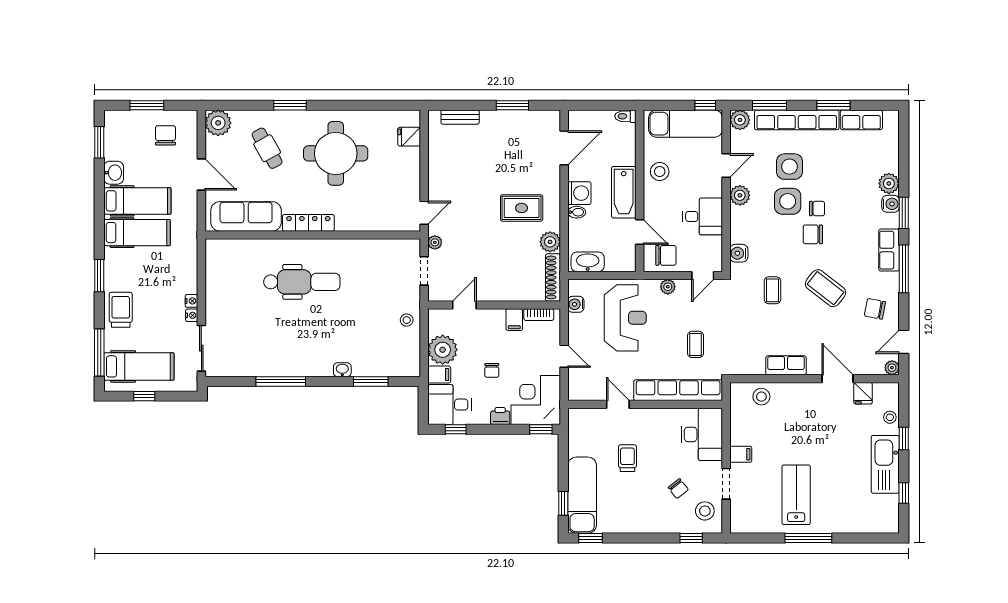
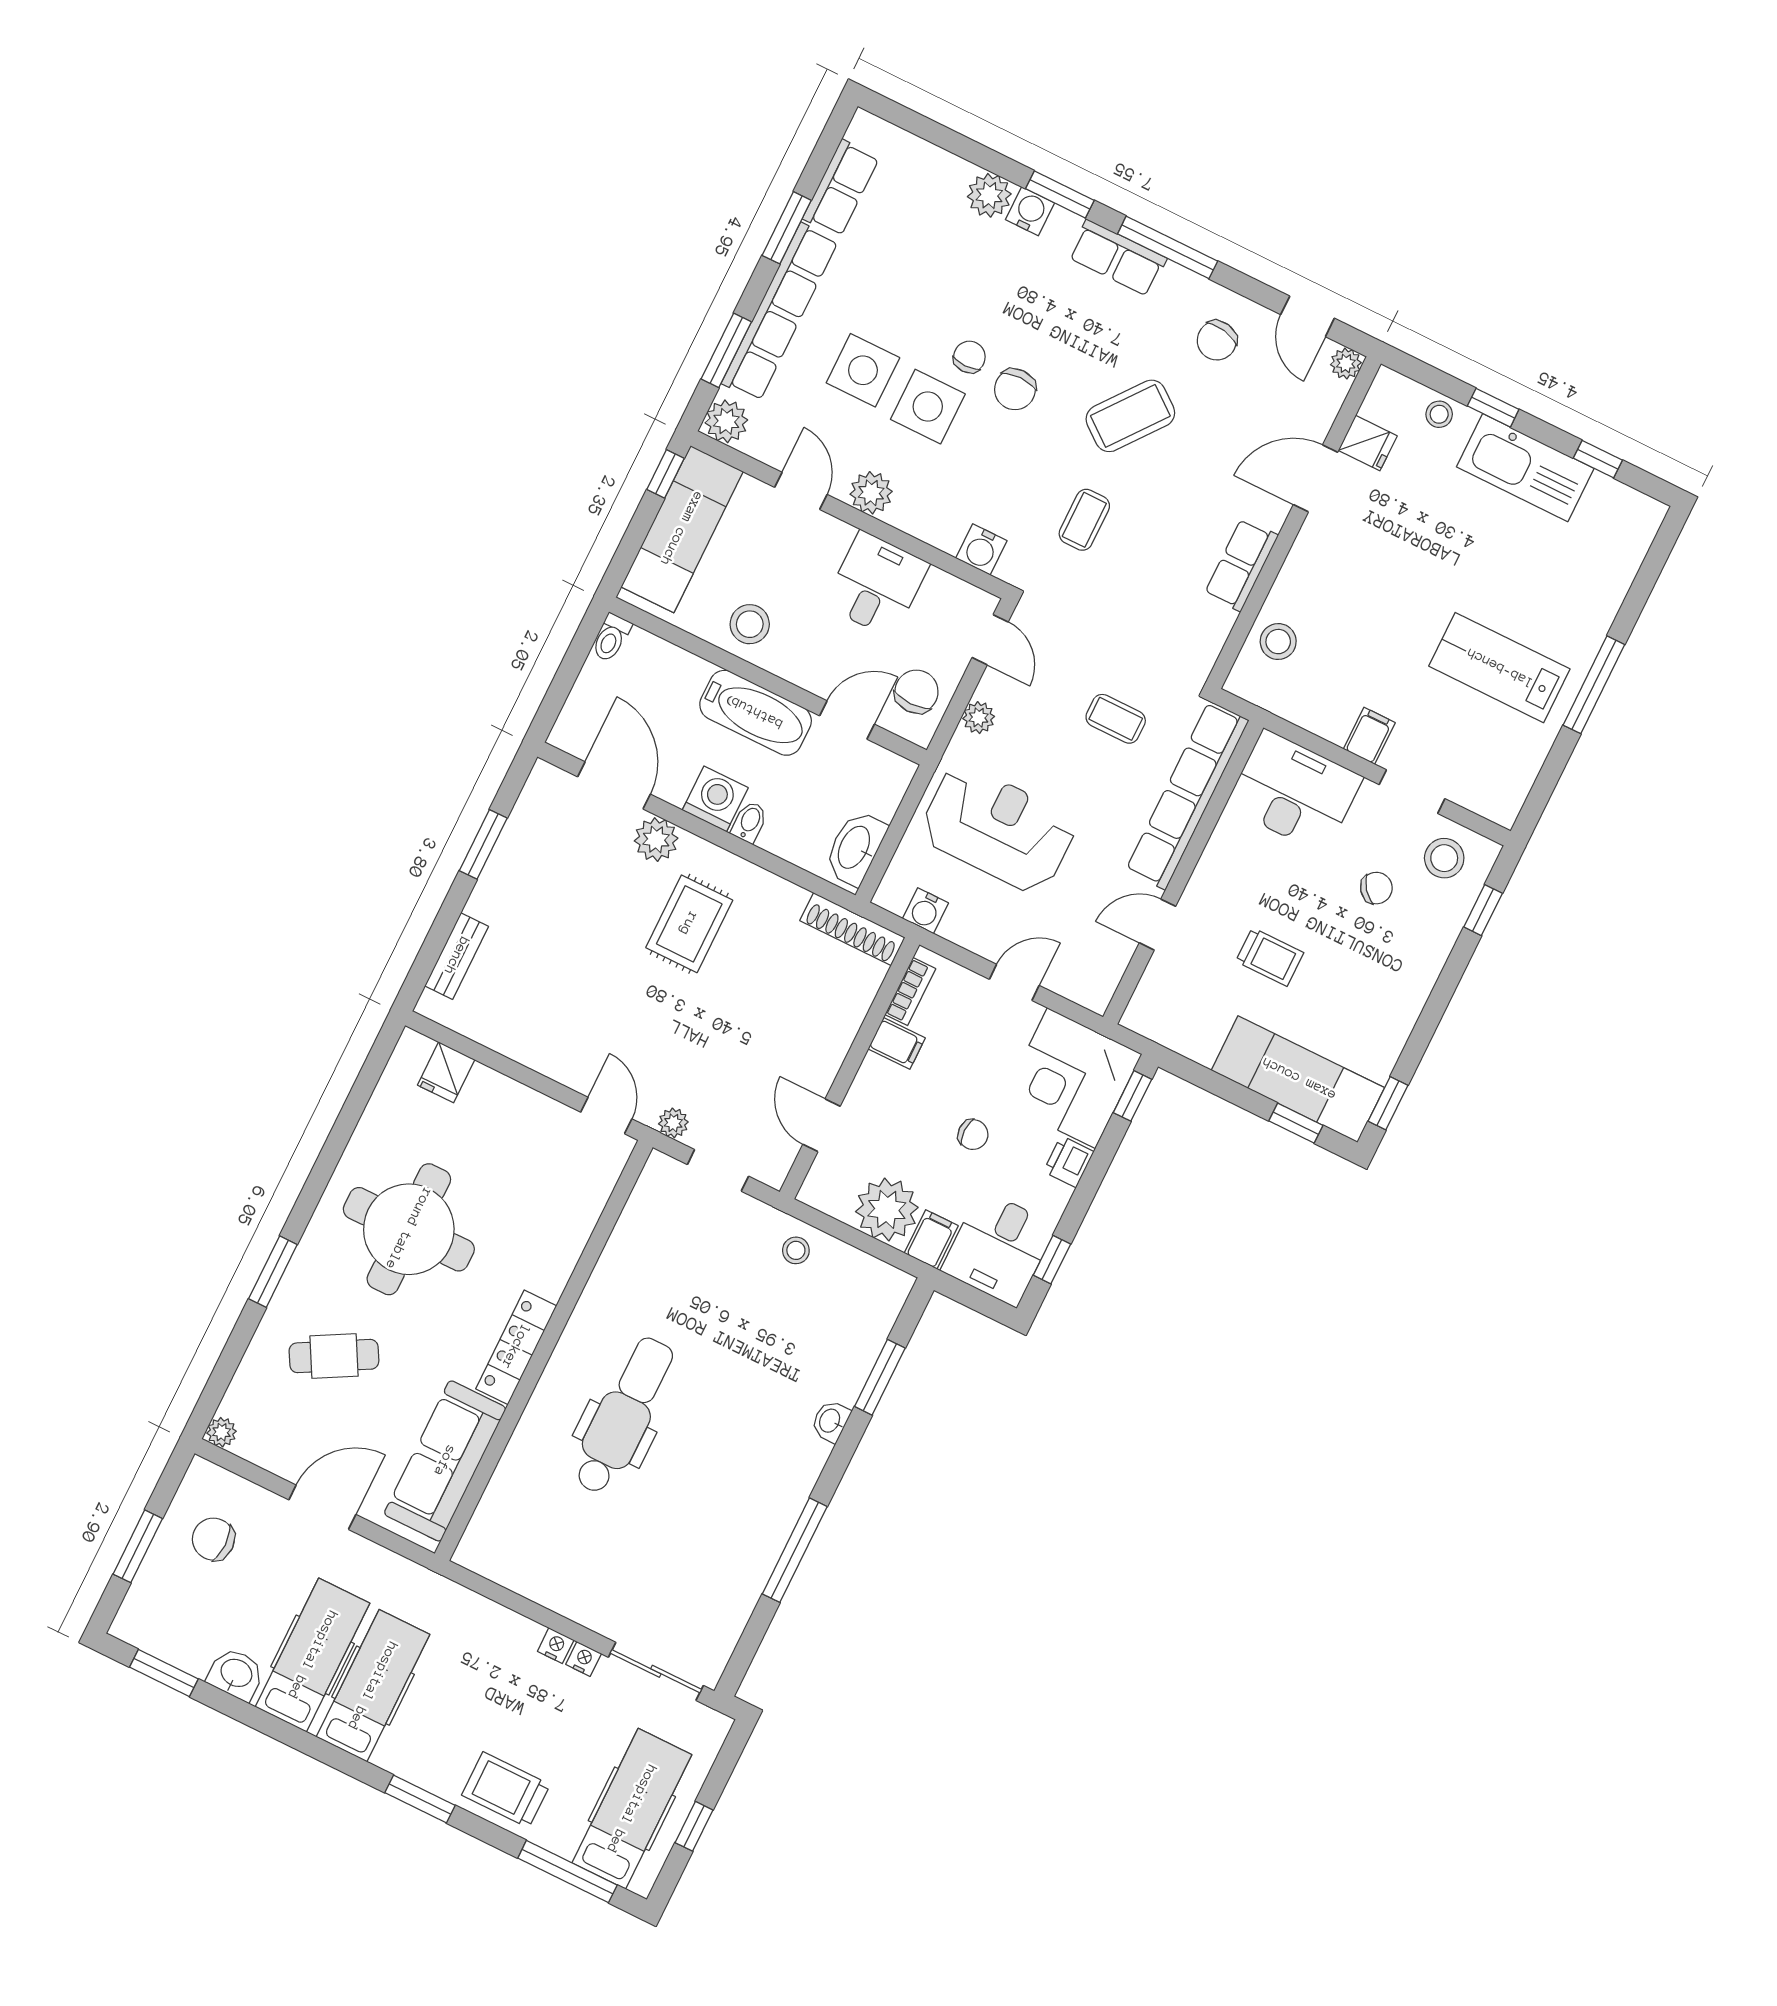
plant: (218, 123) -> (222, 1432), width x0.53, depth x0.53
plant: (550, 242) -> (656, 840), moved
coffee table: (772, 290) -> (1084, 520), turned 90
trolley: (627, 458) -> (1270, 957), turned 180

